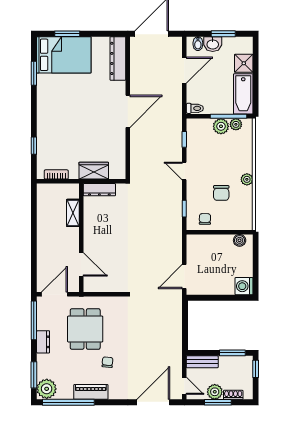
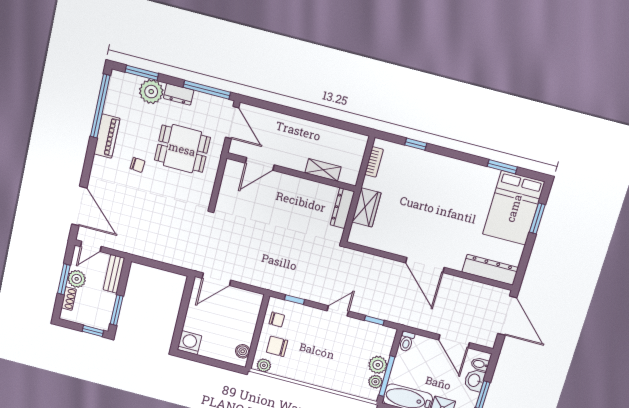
plant: (247, 179) -> (264, 365), moved
chair: (221, 193) -> (277, 346), moved
door: (184, 277) -> (216, 279), swing flipped
plant: (47, 389) -> (151, 92), moved

